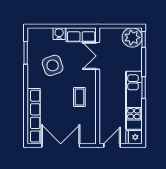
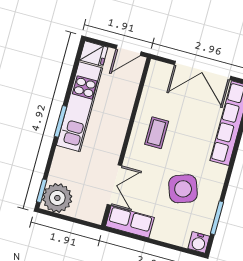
water cooler: (59, 34) -> (199, 242), moved

